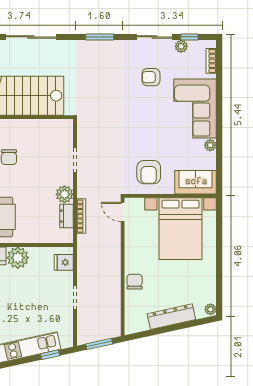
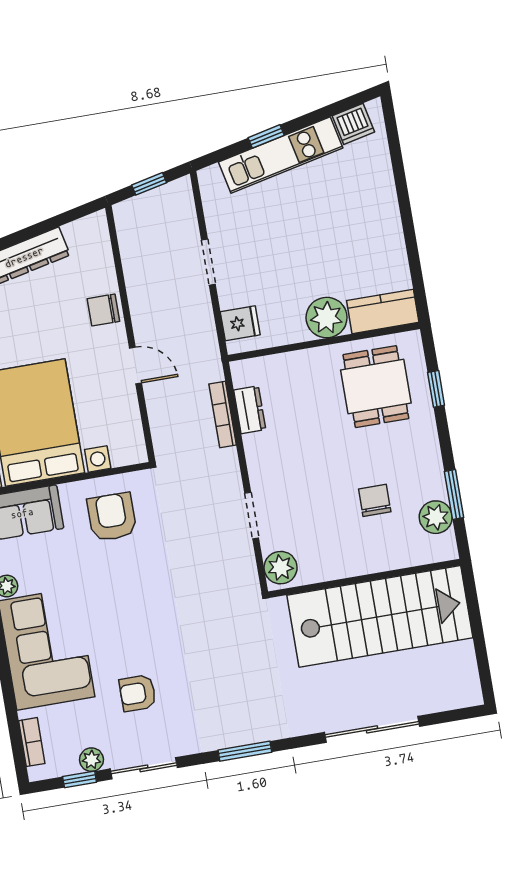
armchair: (151, 77) -> (138, 693), turned 180
plant: (64, 194) -> (281, 568), moved
door: (123, 212) -> (136, 365), moved
chair: (135, 282) -> (103, 310), turned 90
window: (99, 344) -> (149, 184), width x0.67
window: (50, 355) -> (266, 136), moved

